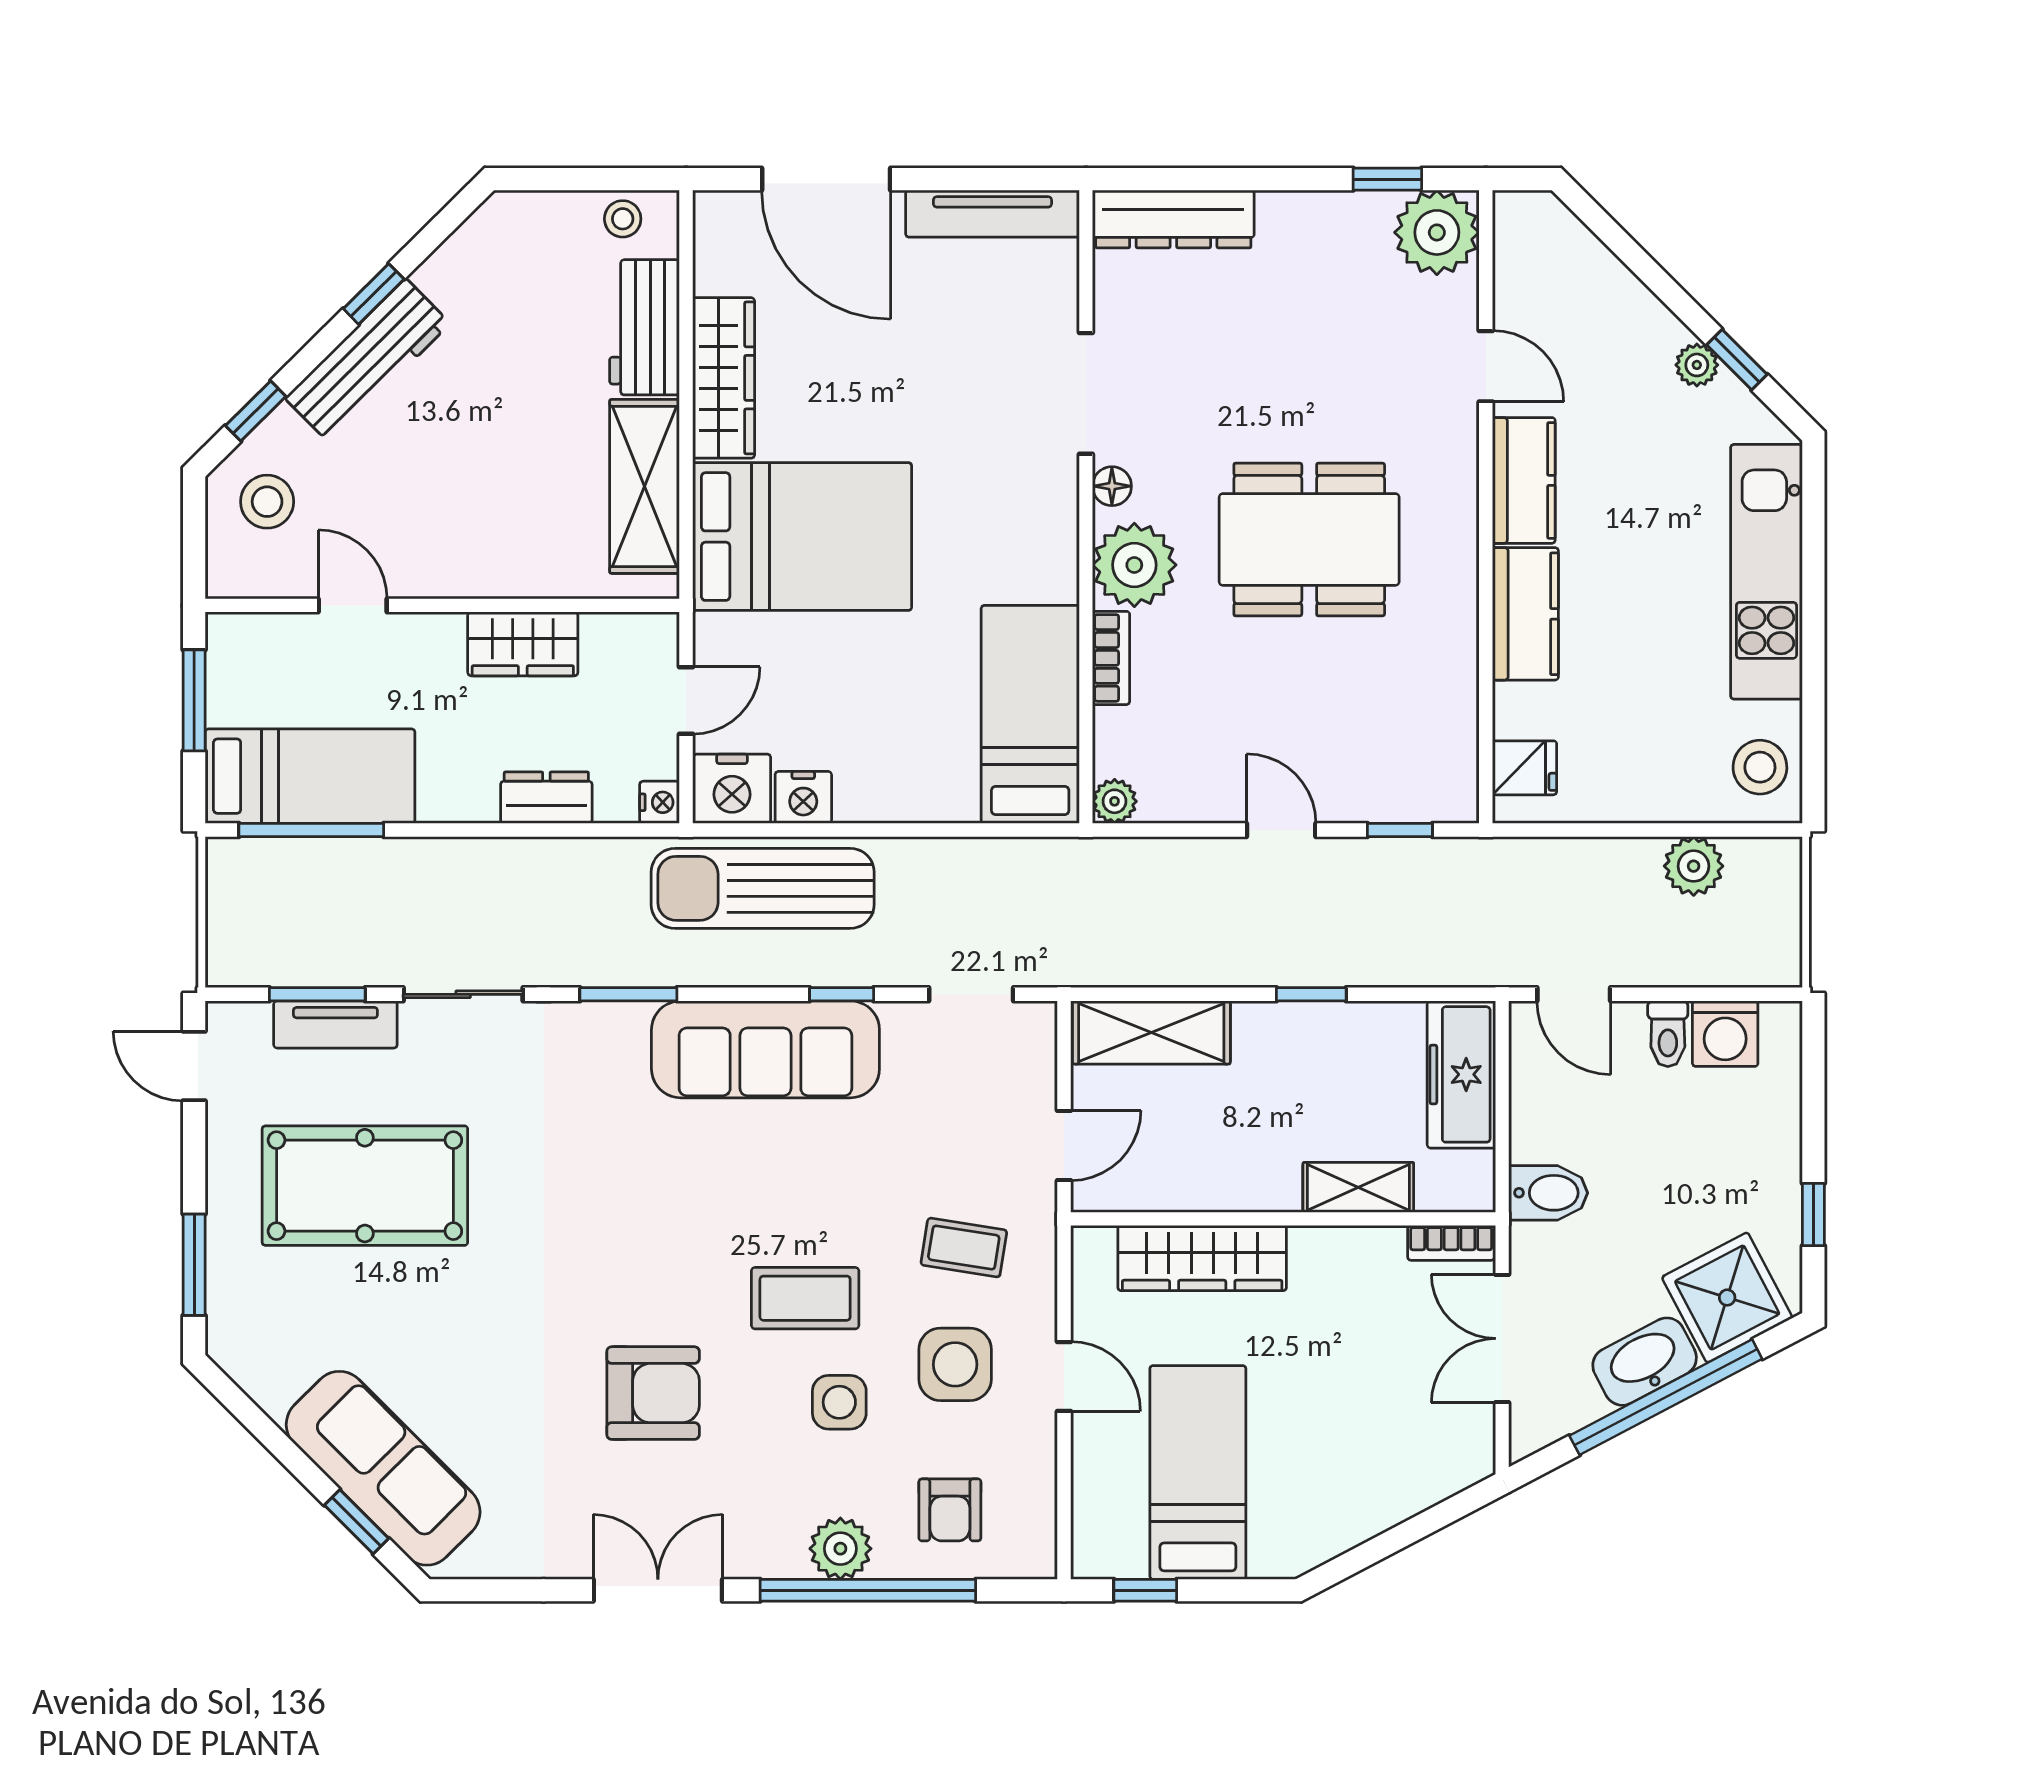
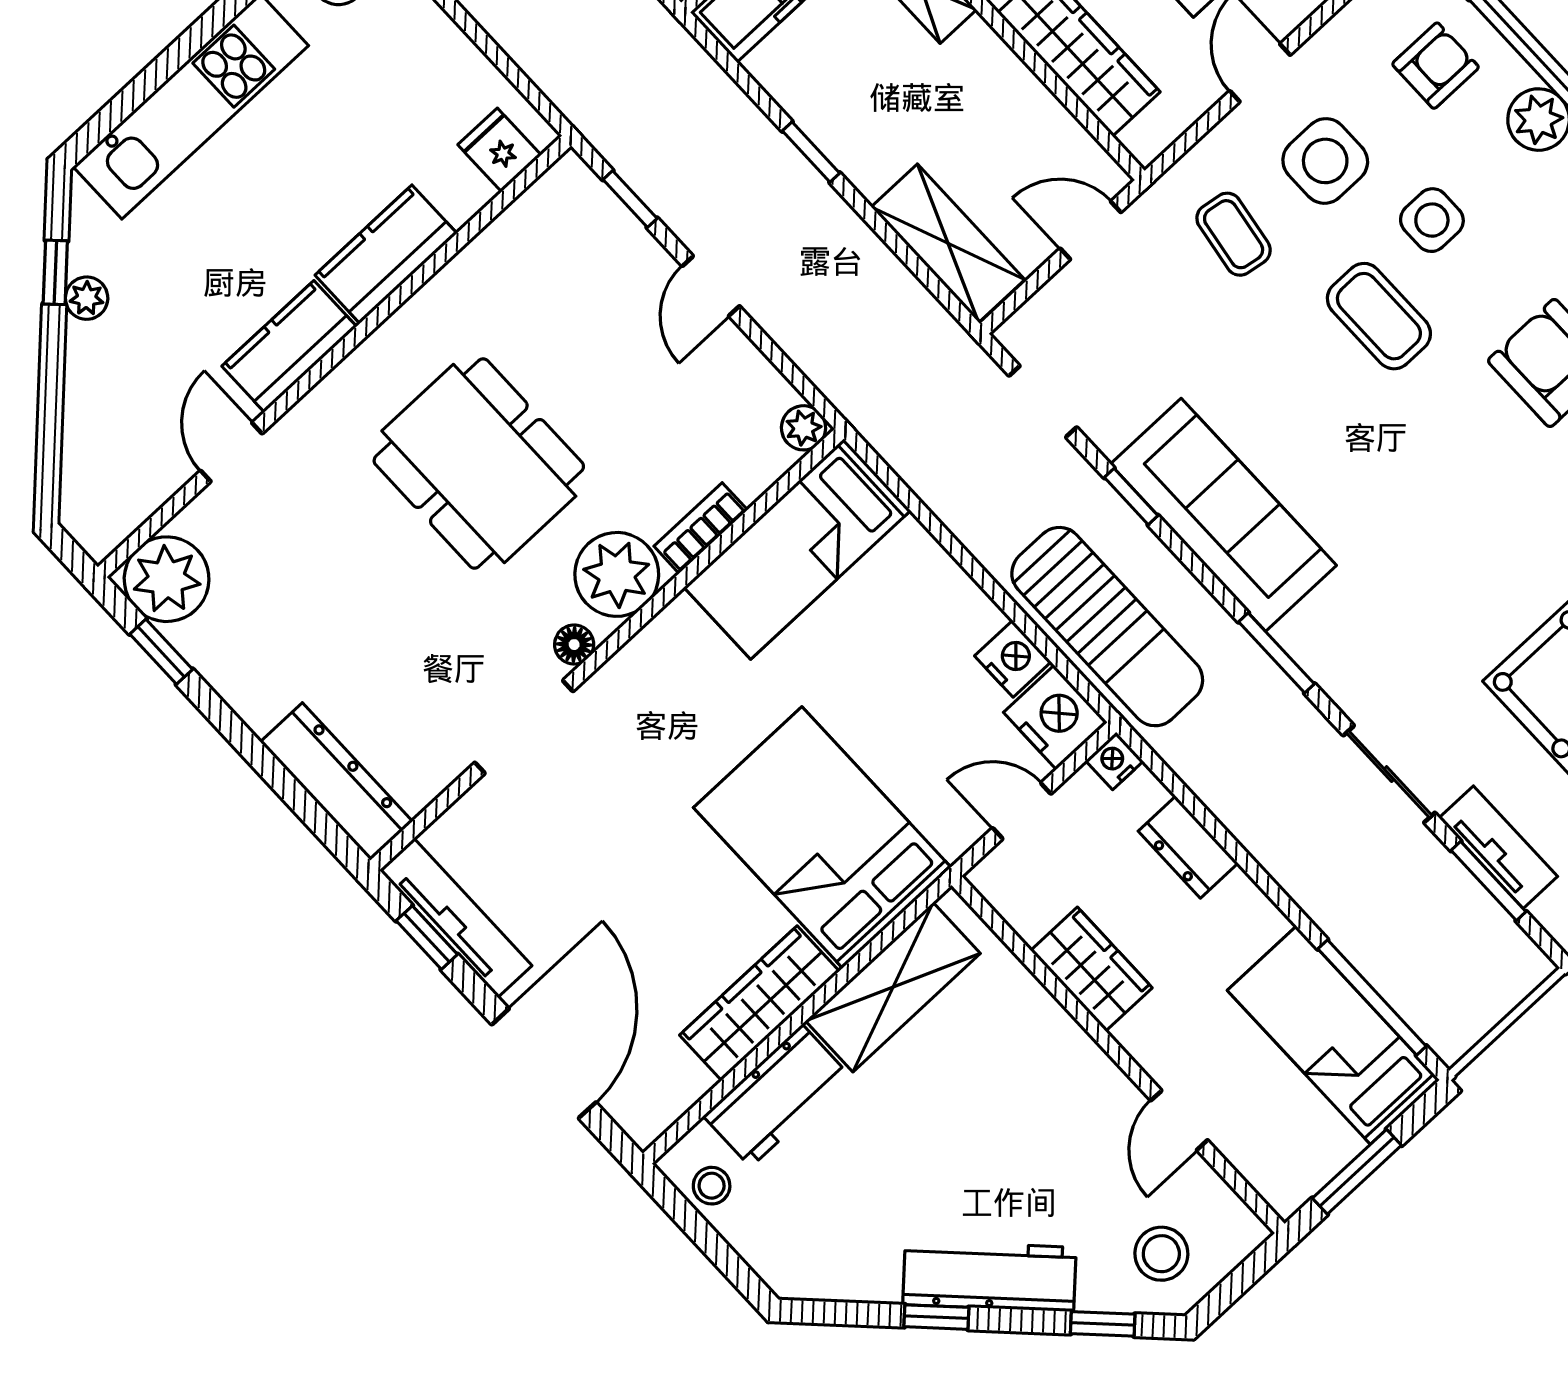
window: (998, 179) -> (427, 938), added

